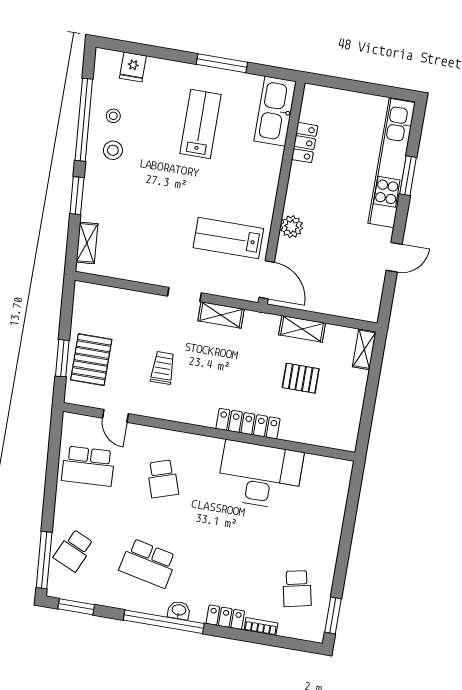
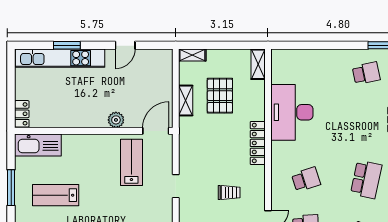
locker: (305, 143) -> (22, 114), moved, turned 90
lab bench: (228, 238) -> (131, 162), turned 180
door: (394, 257) -> (125, 45), swing flipped
shelving: (221, 315) -> (258, 64), moved
trolley: (163, 368) -> (229, 192), turned 180
pallet: (301, 378) -> (220, 96), width x1.50, depth x1.42
locker: (248, 424) -> (258, 143), moved

